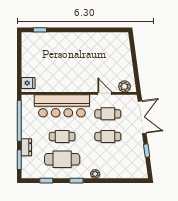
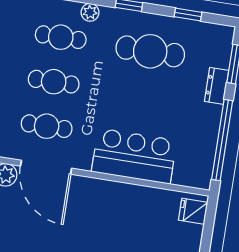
door: (105, 93) -> (46, 167), width x1.88
bar counter: (62, 106) -> (134, 156), width x0.73
cafe table: (62, 137) -> (61, 37), moved

